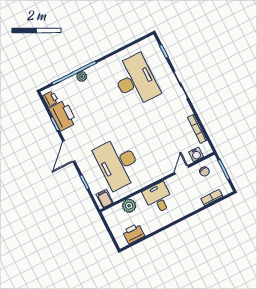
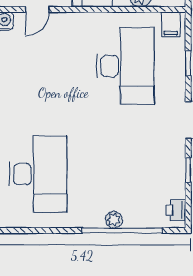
desk: (136, 80) -> (38, 174), turned 180
printer: (63, 116) -> (170, 177), removed

